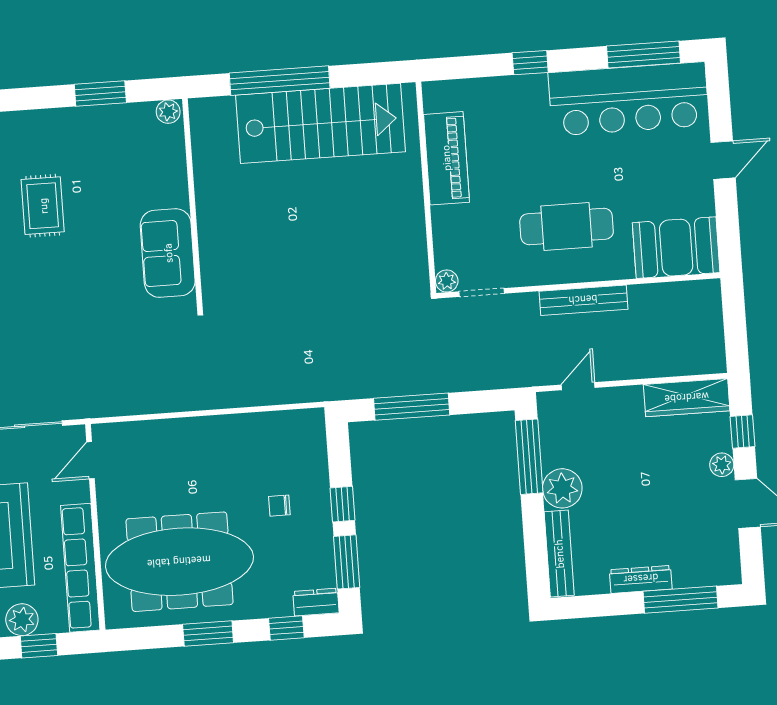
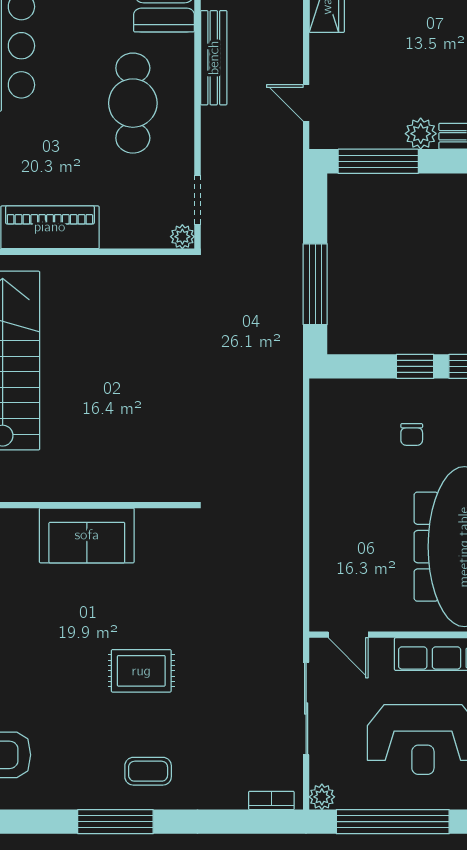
rug: (43, 206) -> (141, 671), moved
sofa: (168, 253) -> (87, 535), moved
bench: (583, 300) -> (214, 58), moved
plant: (562, 488) -> (421, 134), width x0.73, depth x0.73

